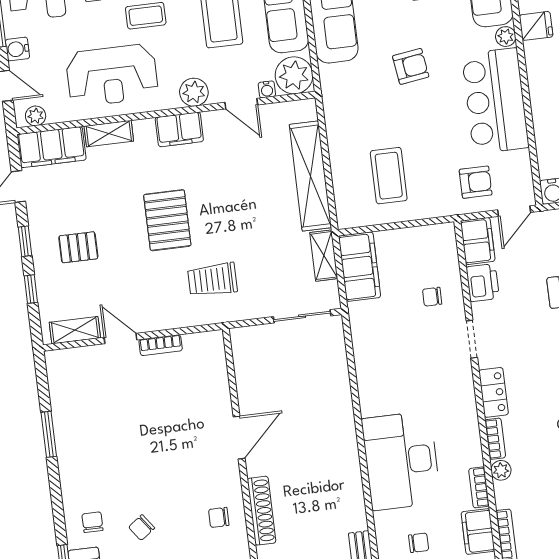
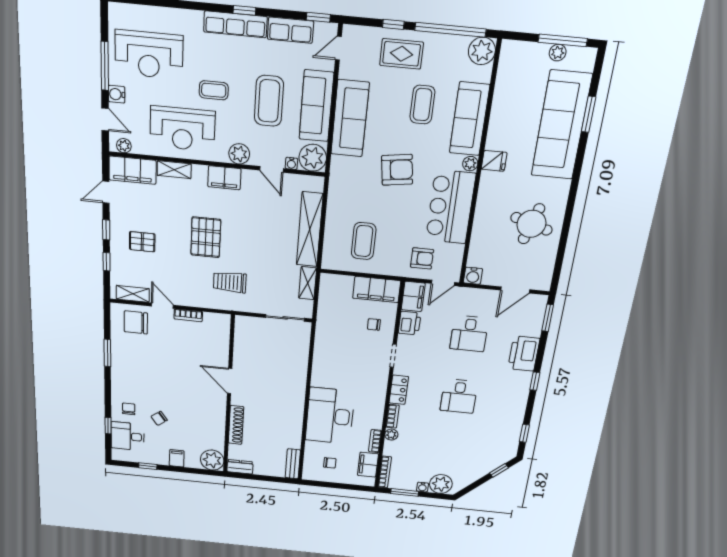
armchair: (411, 66) -> (397, 170), width x1.38, depth x1.38
filing cabinet: (360, 267) -> (377, 290), moved, turned 90
door: (239, 438) -> (230, 381), swing flipped
chair: (219, 517) -> (136, 322), moved, width x1.87, depth x1.87

